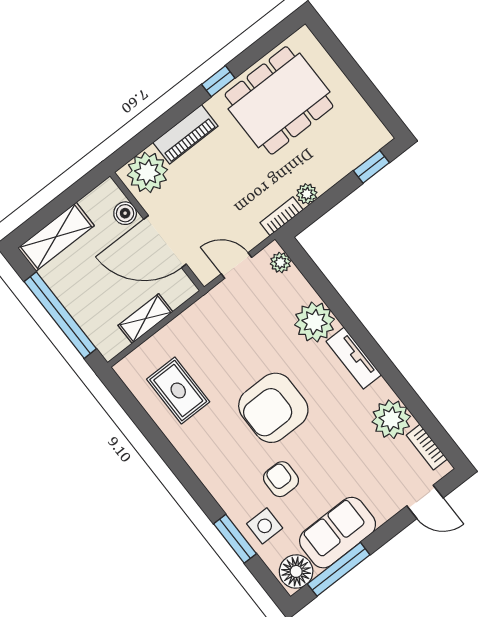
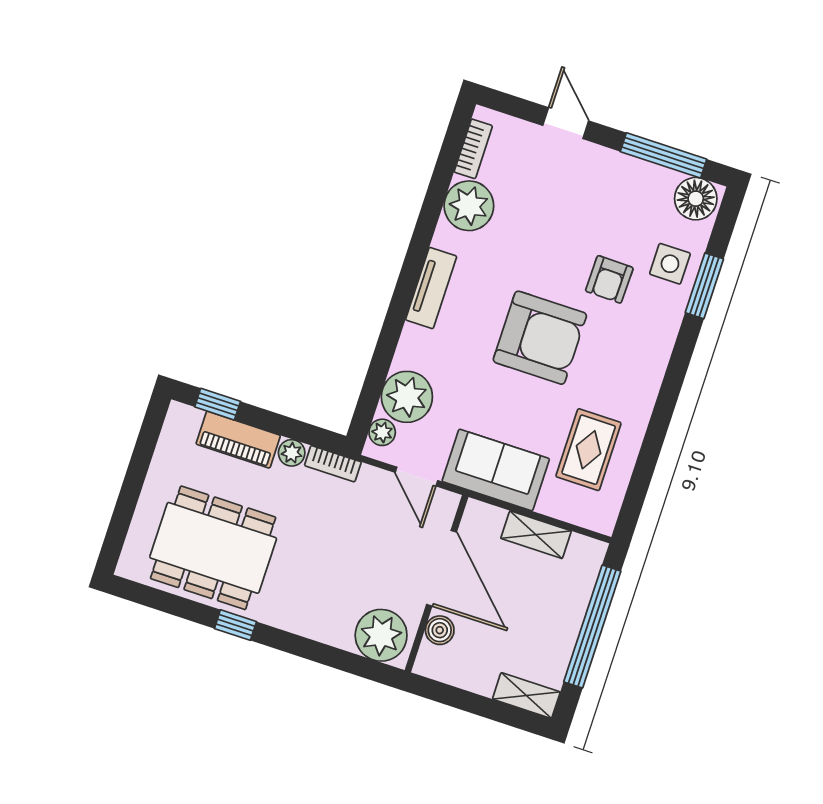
piano: (185, 134) -> (238, 440), moved, turned 180
shelving: (56, 237) -> (526, 695), width x0.67, depth x0.75
plant: (315, 322) -> (407, 397), moved
door: (425, 502) -> (566, 123), moved
sofa: (338, 533) -> (496, 470), moved, turned 180

